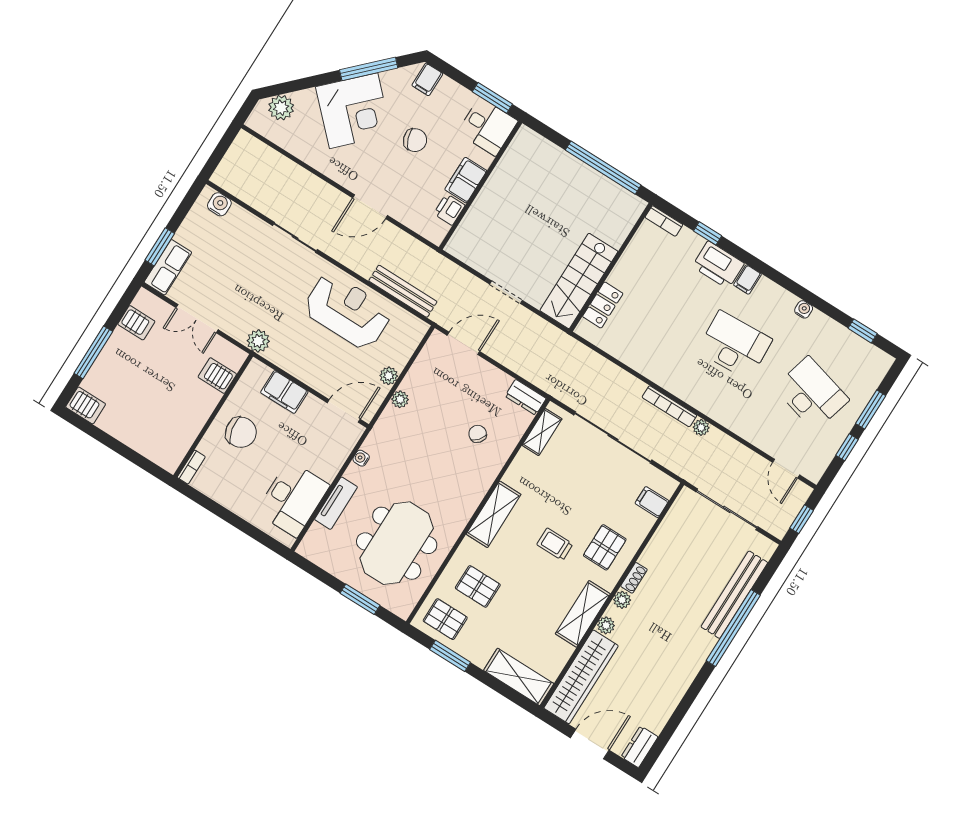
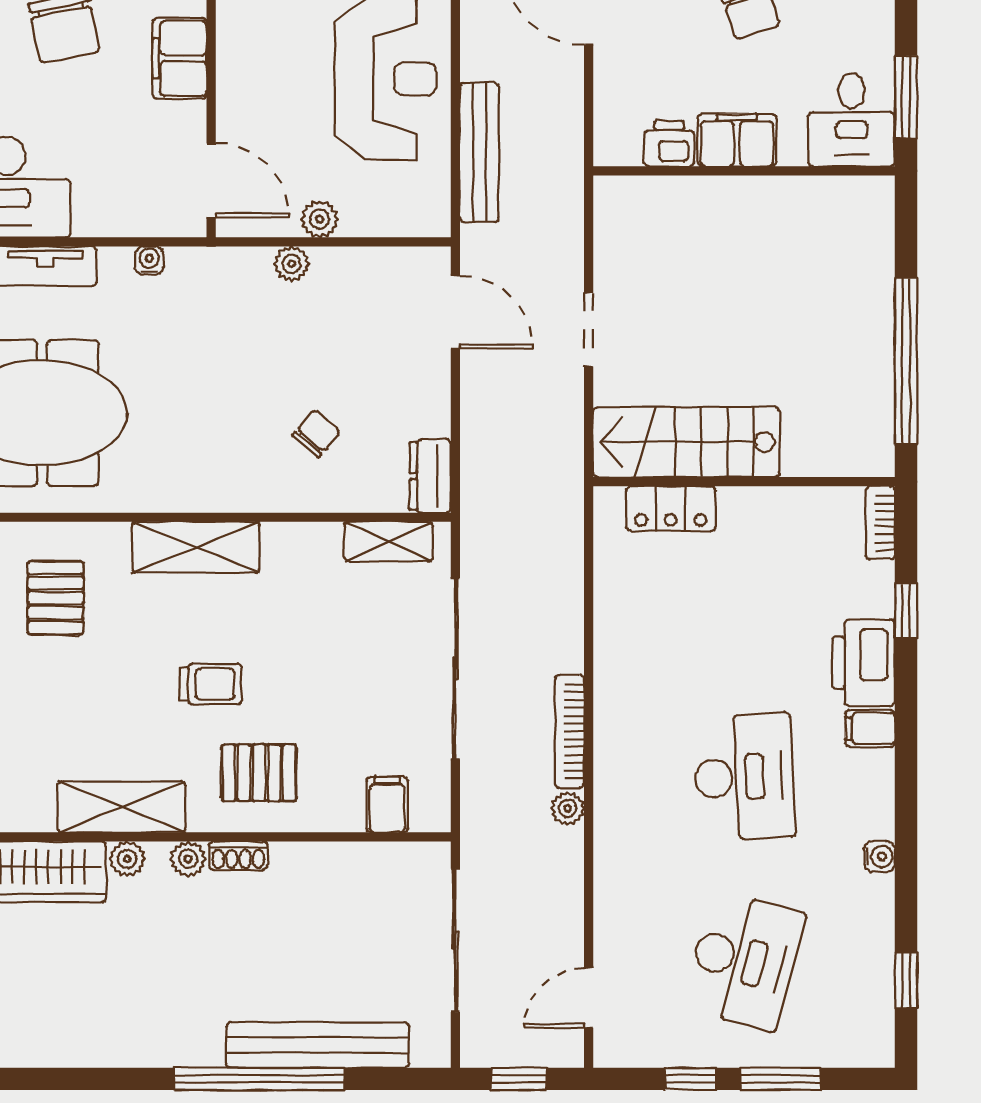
trolley: (555, 544) -> (211, 684), turned 90

